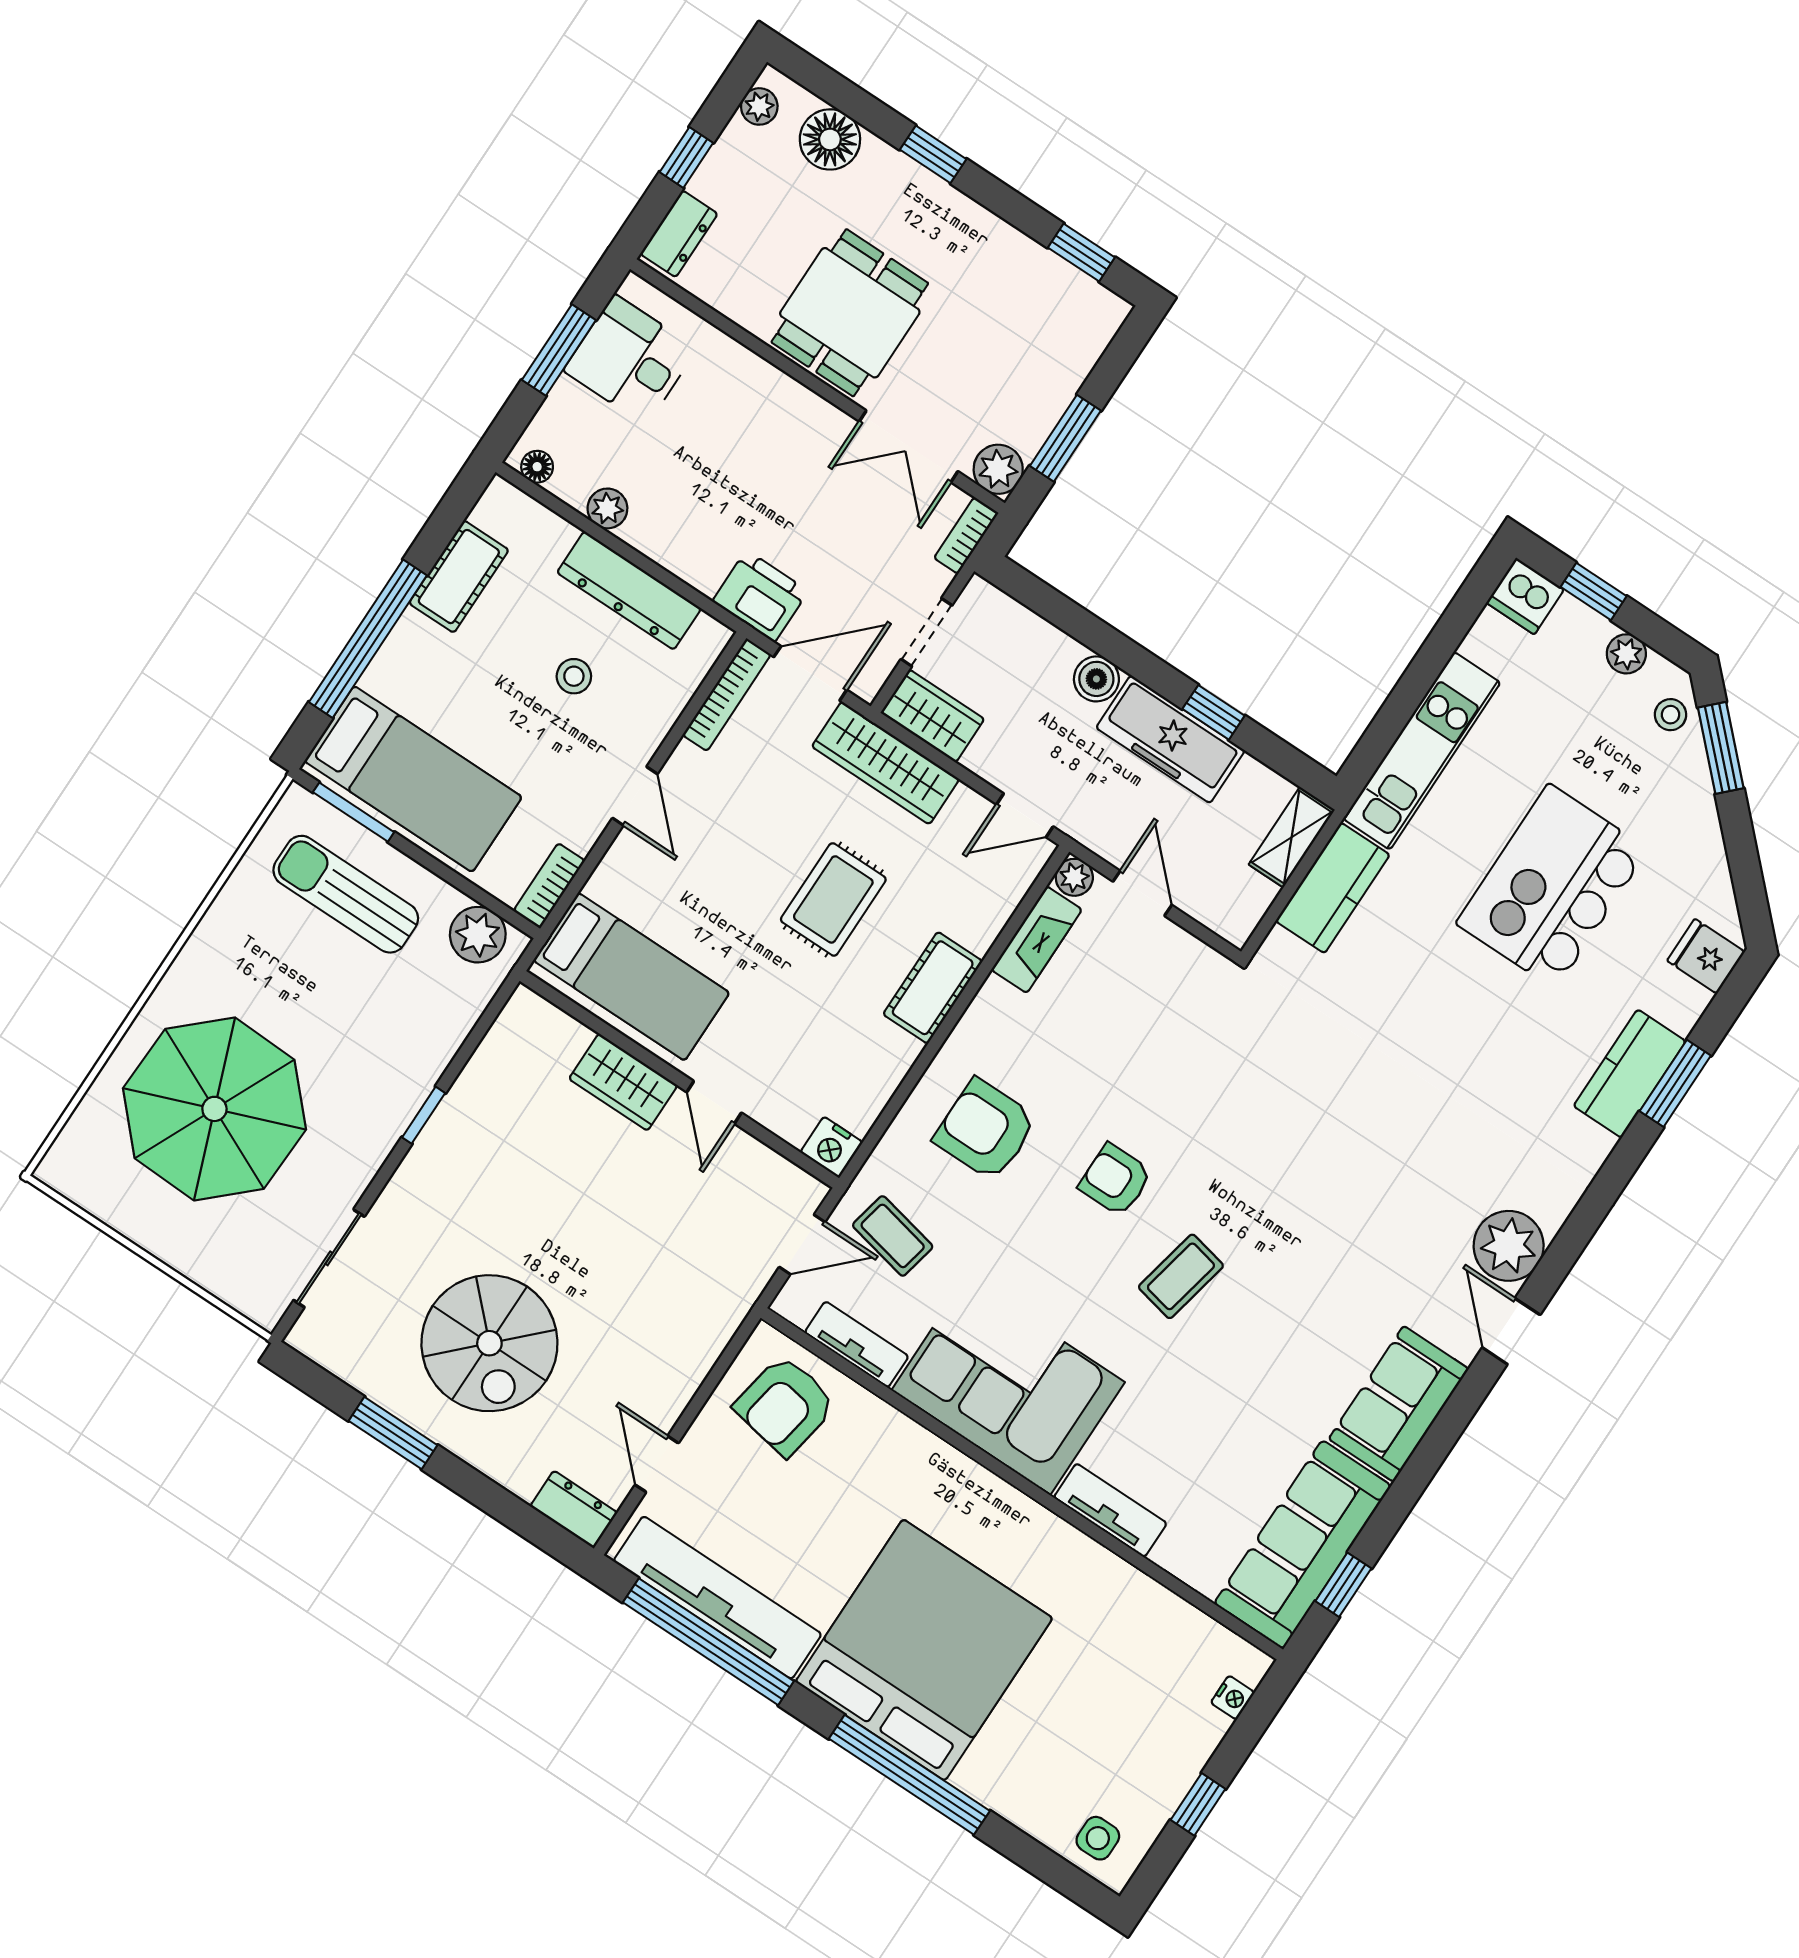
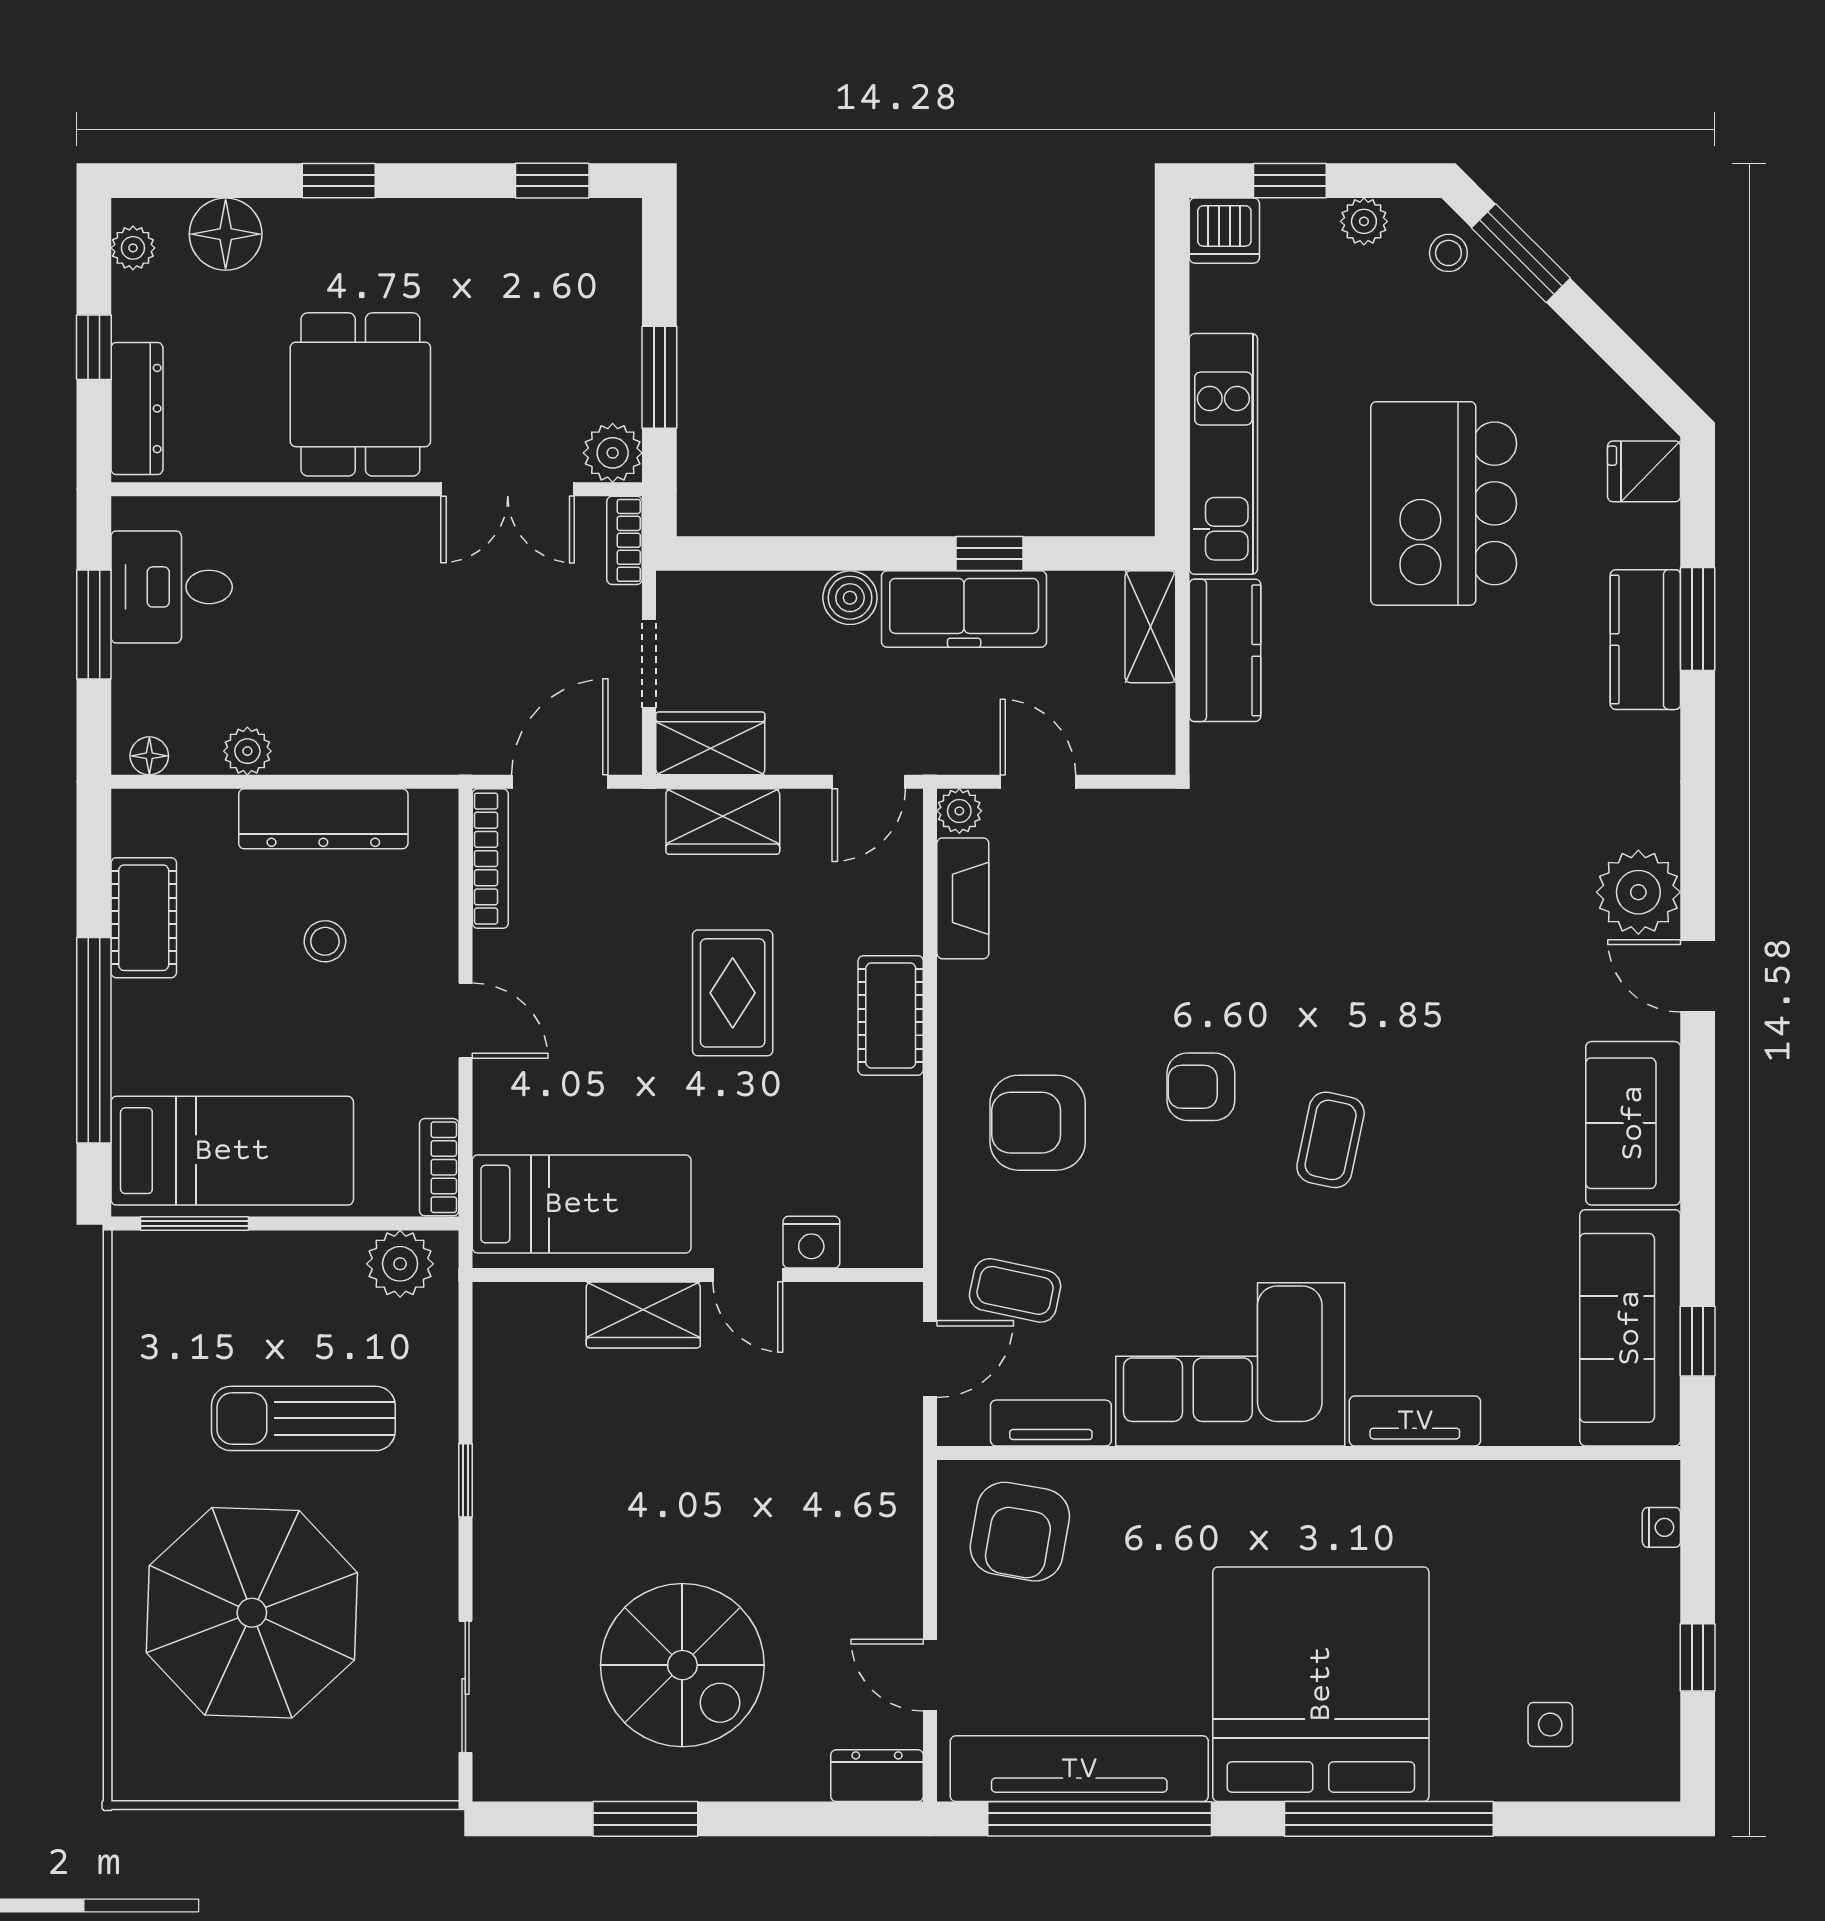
dresser: (679, 234) -> (137, 409), width x1.44
printer: (760, 596) -> (459, 737), removed
wardrobe: (886, 763) -> (723, 822), width x0.67
sun lounger: (346, 894) -> (303, 1418), moved
nightstand: (831, 1147) -> (811, 1242), moved
side table: (1098, 1838) -> (1550, 1725), moved

